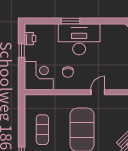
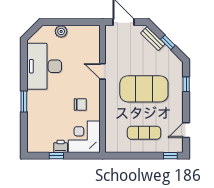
printer: (30, 39) -> (61, 146), moved
desk: (79, 39) -> (44, 66), moved

